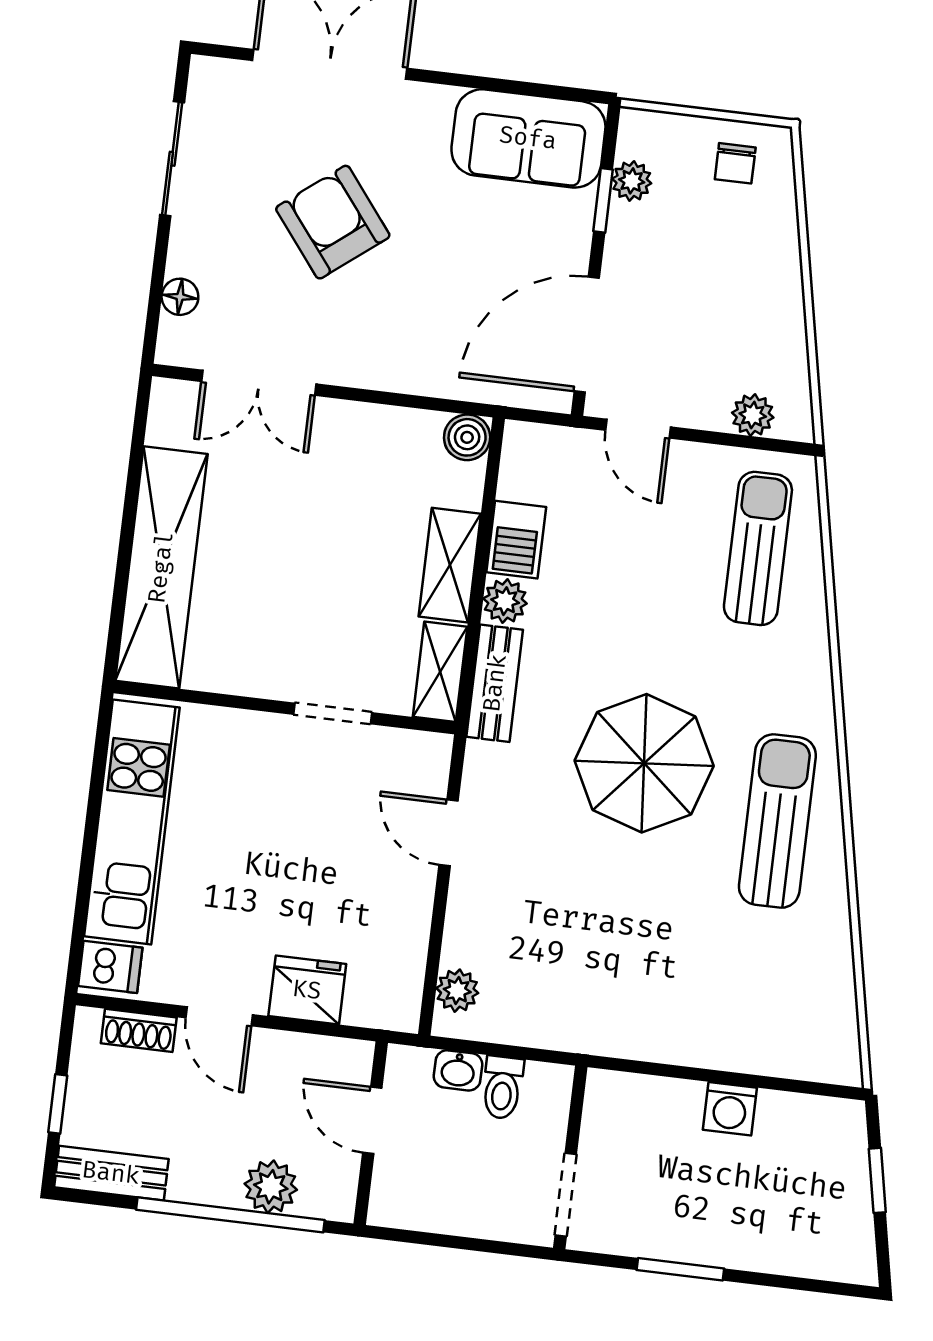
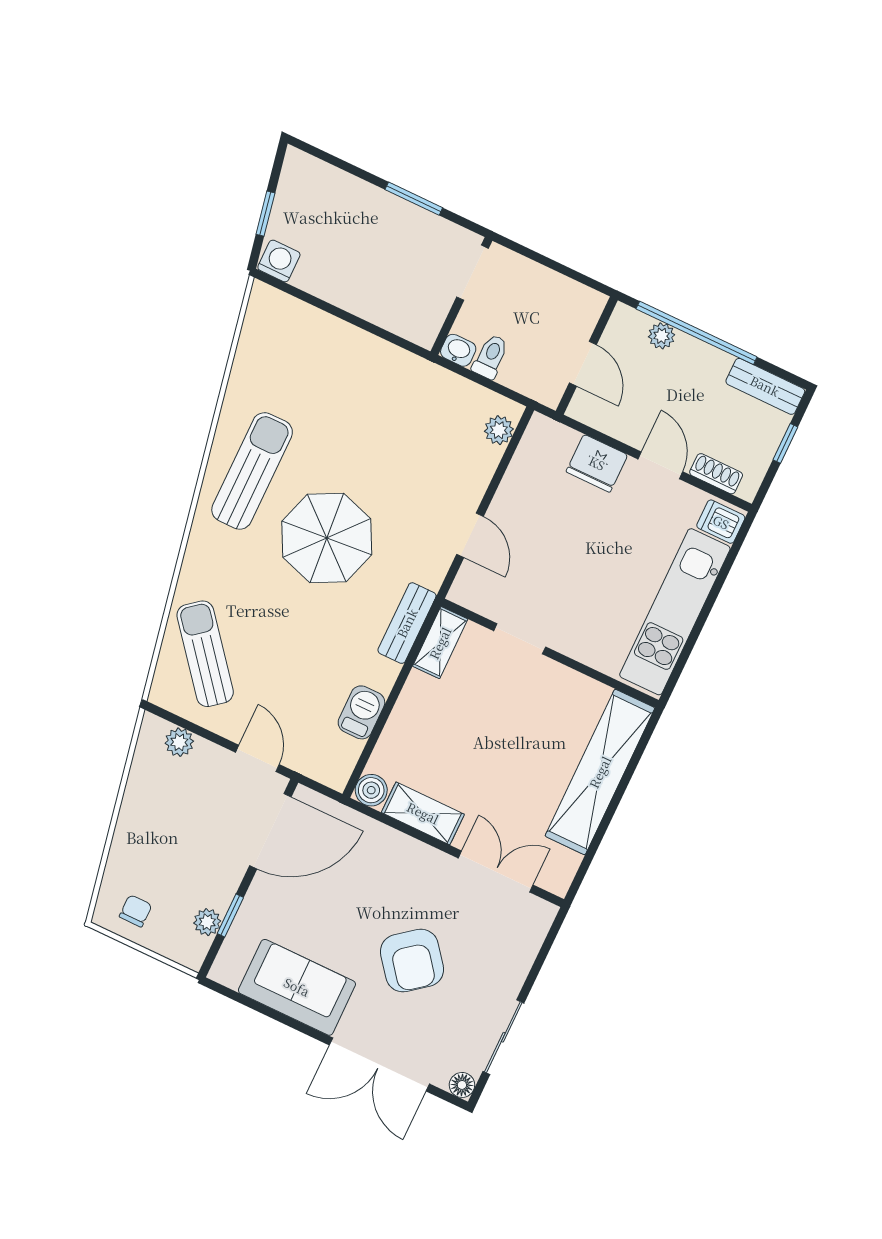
sofa: (528, 138) -> (297, 987), moved
floor lamp: (180, 297) -> (462, 1085), moved
sun lounger: (758, 548) -> (205, 654), turned 141
shelving: (450, 565) -> (423, 813), moved, turned 90
plant: (505, 601) -> (382, 675), removed
sun lounger: (777, 821) -> (252, 471), turned 180
washbasin: (458, 1070) -> (458, 350), moved
washing machine: (730, 1109) -> (279, 261), moved
plant: (271, 1187) -> (662, 336), width x0.73, depth x0.73

